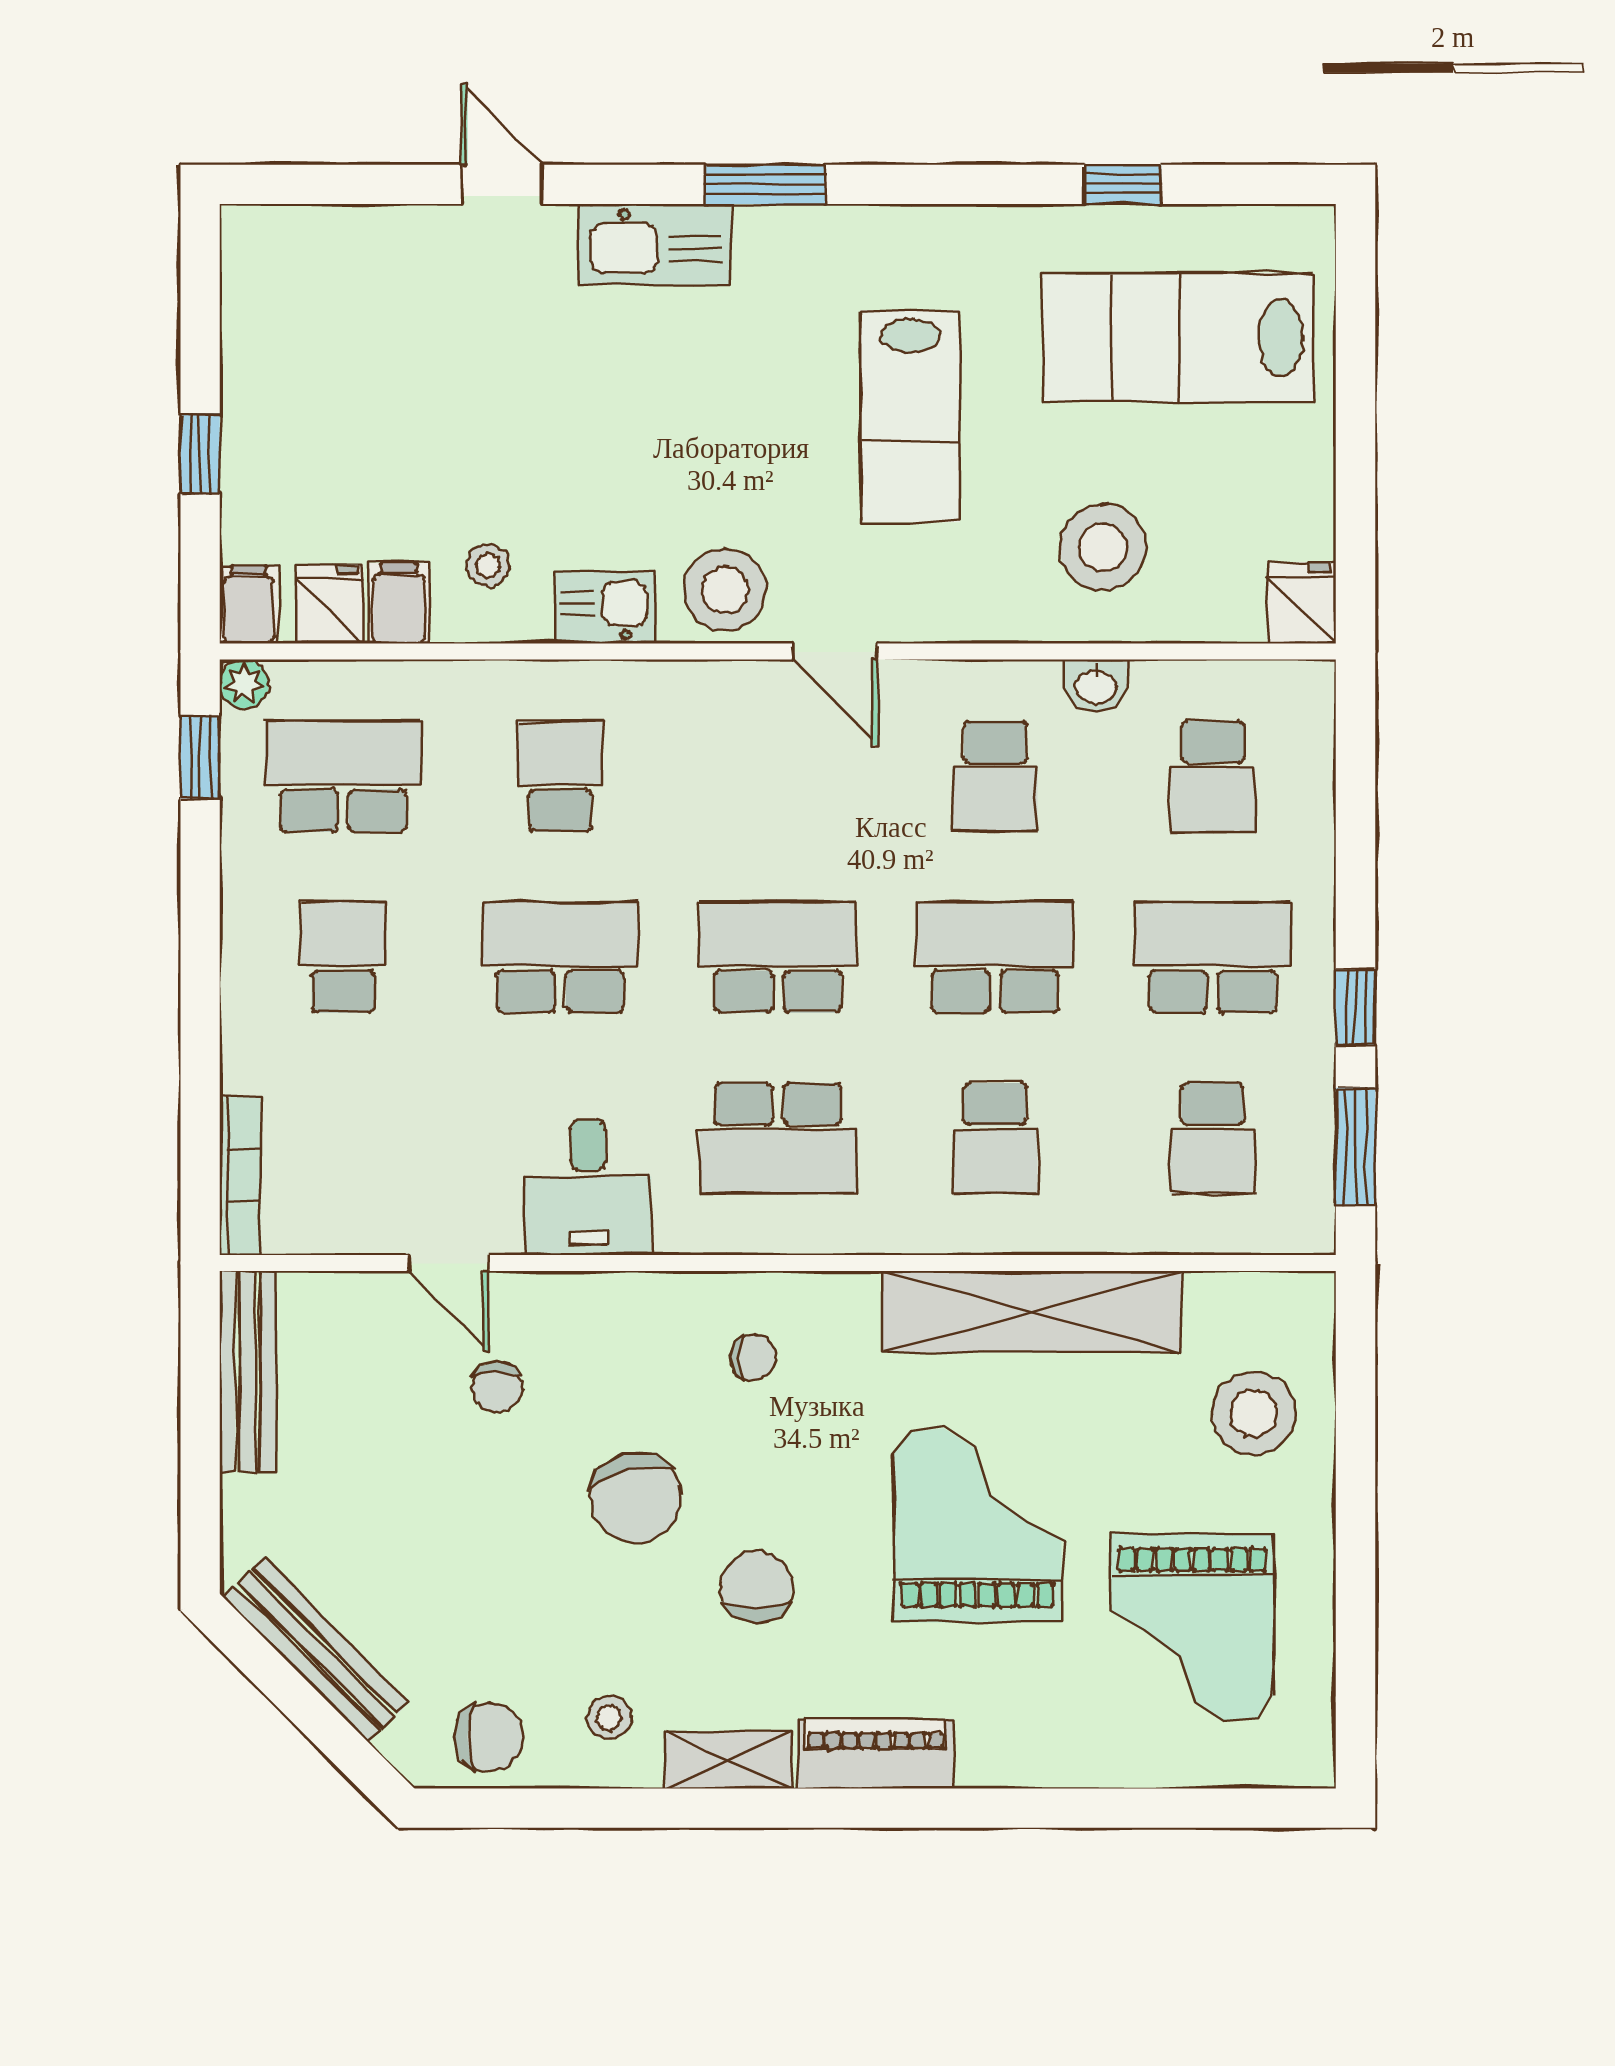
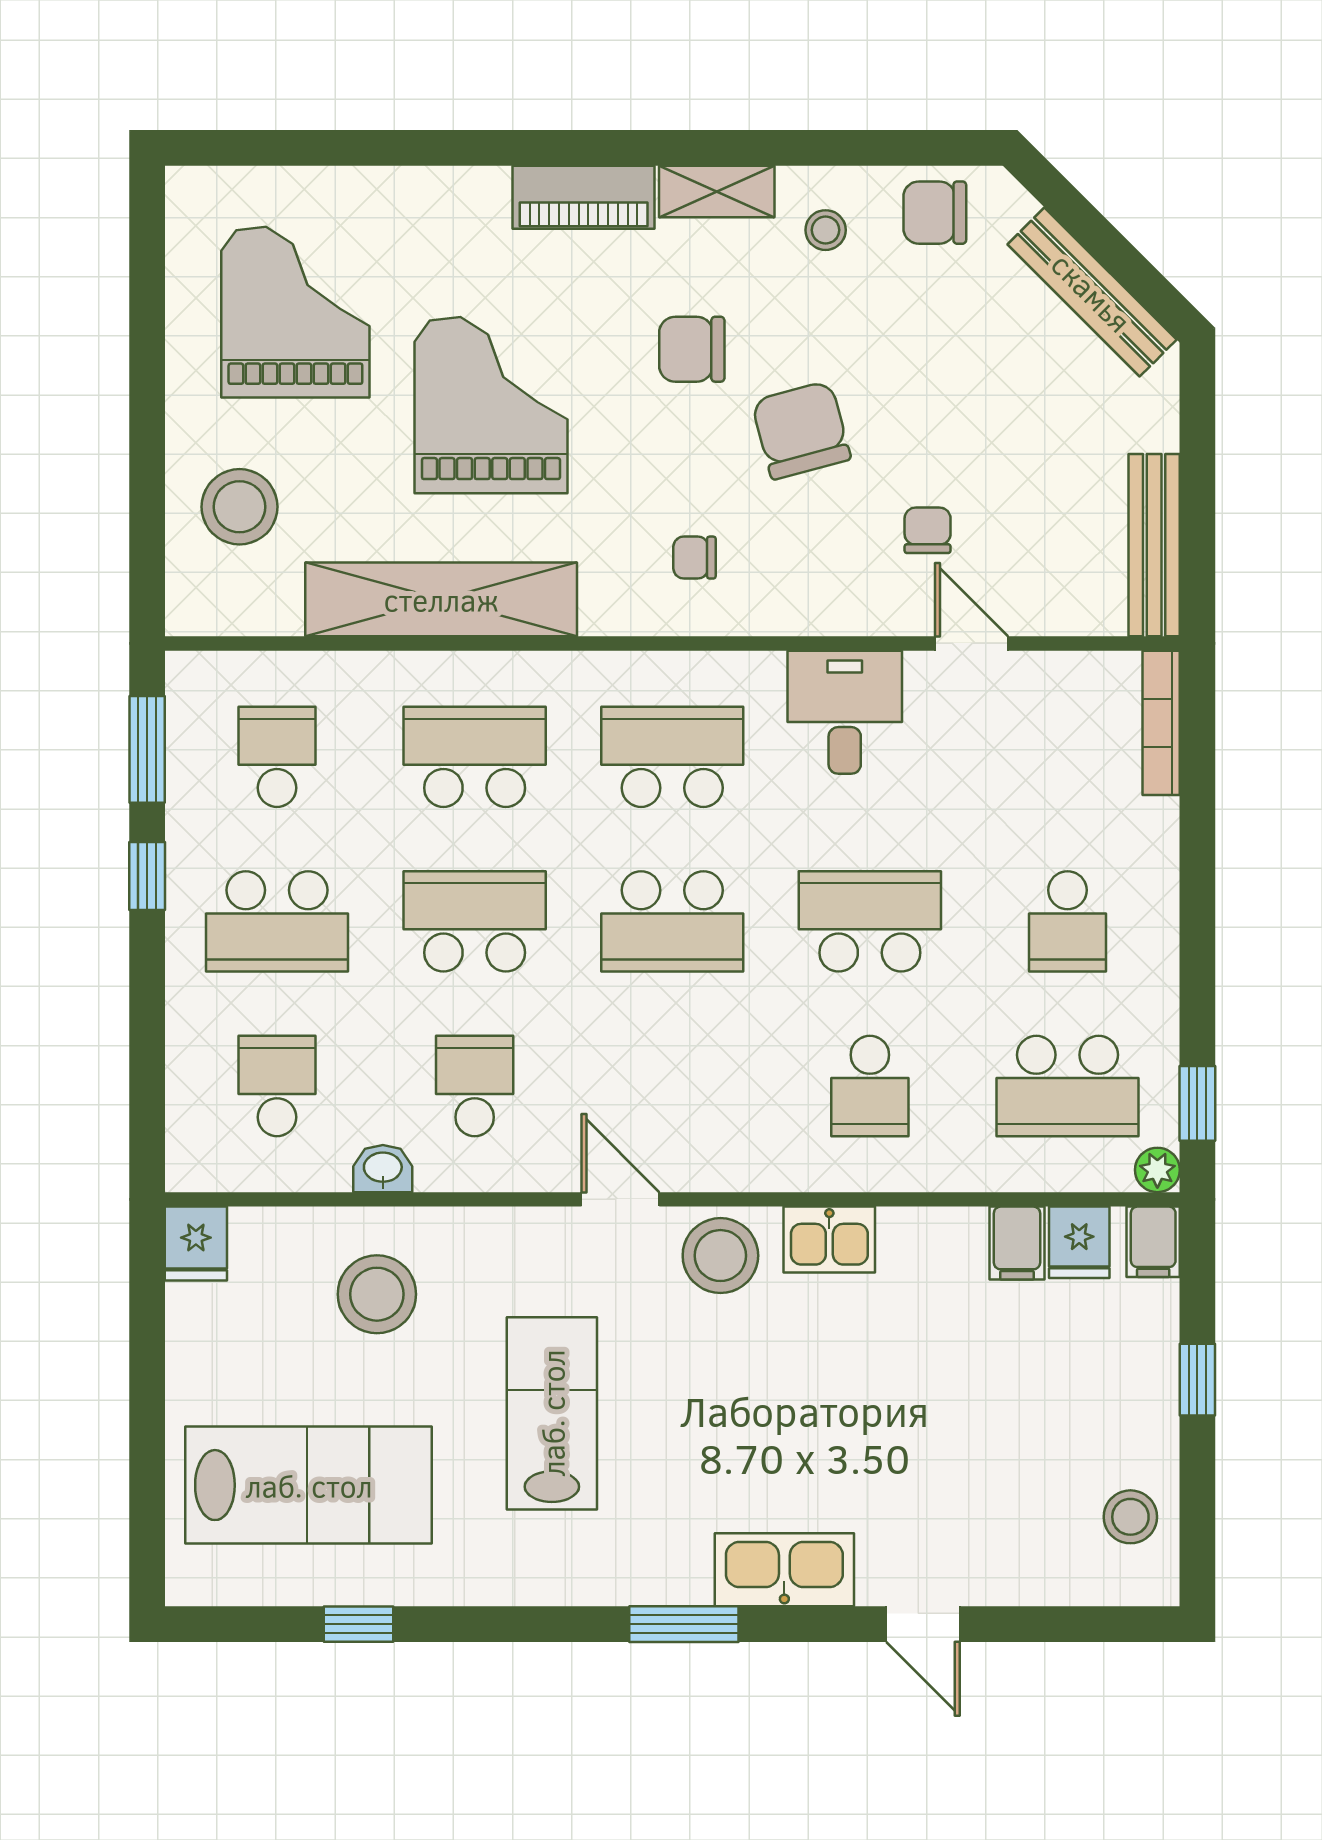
stool: (488, 566) -> (1130, 1517), moved, width x1.37, depth x1.37
school desk: (560, 957) -> (870, 921), turned 180
school desk: (995, 957) -> (475, 921), turned 180
school desk: (995, 1138) -> (475, 757), width x1.85
grand piano: (977, 1525) -> (491, 405), turned 180
chair: (756, 1587) -> (692, 349), turned 90

